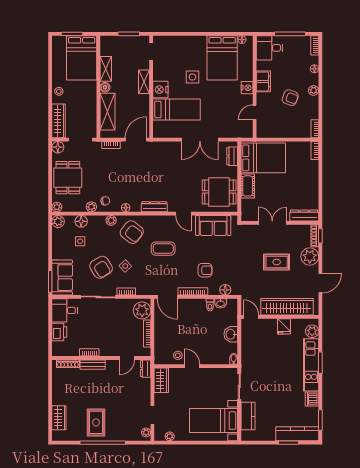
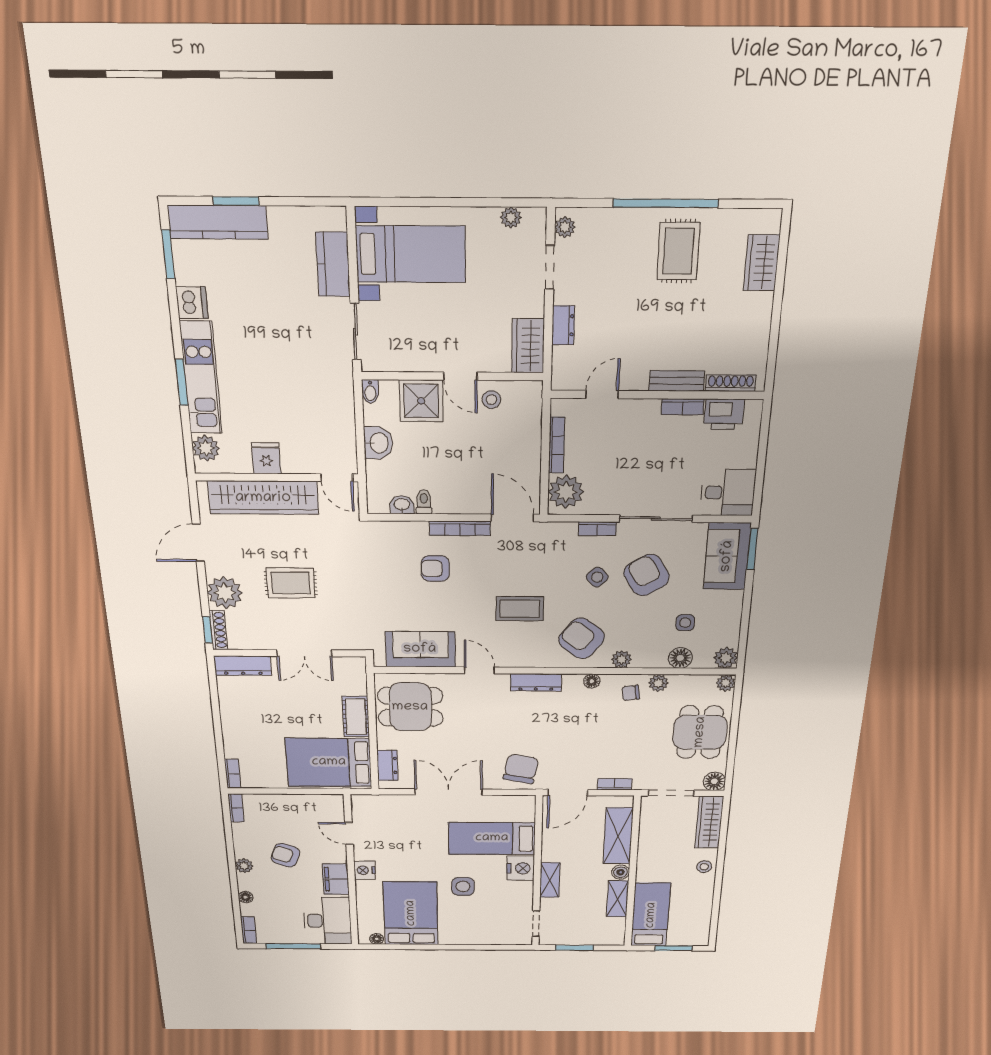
desk: (269, 48) -> (327, 921), width x1.37
bed: (82, 58) -> (651, 915), width x0.67
door: (255, 112) -> (349, 834), swing flipped
chair: (161, 154) -> (521, 769), added
floor lamp: (225, 290) -> (393, 531), removed
printer: (59, 332) -> (724, 414), moved, turned -90
shower: (210, 355) -> (421, 401), added
dresser: (146, 369) -> (563, 325), moved

